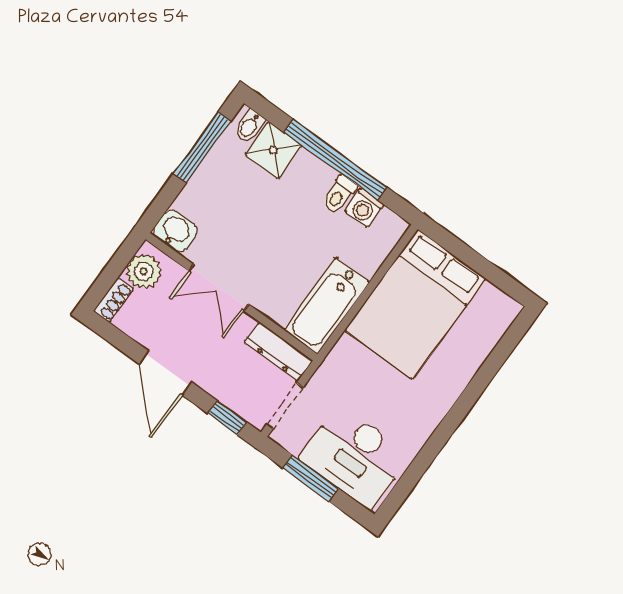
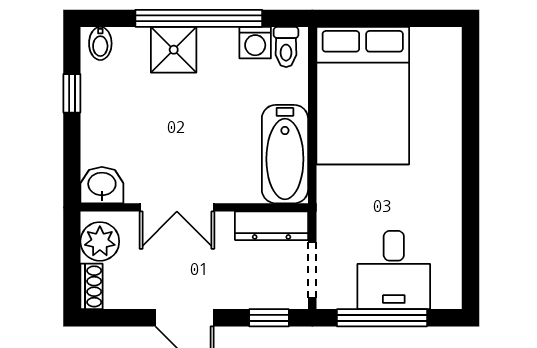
window: (202, 147) -> (72, 93), width x0.46
shower: (273, 150) -> (174, 50), moved
toilet: (339, 195) -> (286, 47), moved
desk: (355, 457) -> (394, 270), width x0.73
window: (311, 478) -> (382, 318), width x1.44

